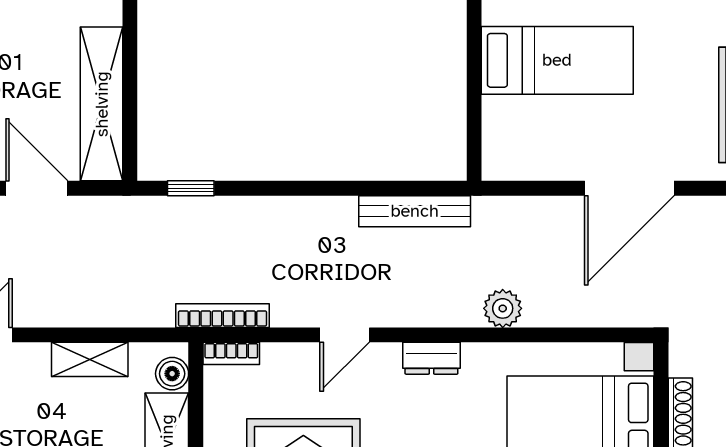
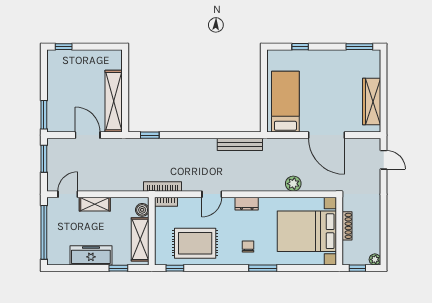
bed: (557, 60) -> (285, 102), moved, turned -90
door: (629, 188) -> (327, 135), hinge flipped
plant: (503, 308) -> (293, 184), moved
shelving: (90, 359) -> (95, 204), moved

